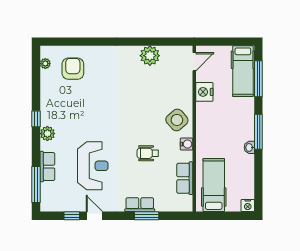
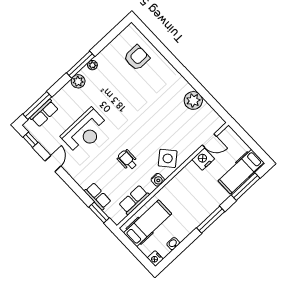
door: (194, 62) -> (209, 141), moved
plant: (45, 64) -> (92, 65), moved
window: (36, 119) -> (81, 65), width x2.17
washbasin: (249, 147) -> (173, 244), moved
row of seats: (47, 167) -> (44, 113), moved
row of seats: (140, 205) -> (98, 196), moved
window: (72, 216) -> (31, 140), moved
window: (147, 216) -> (99, 212), moved

